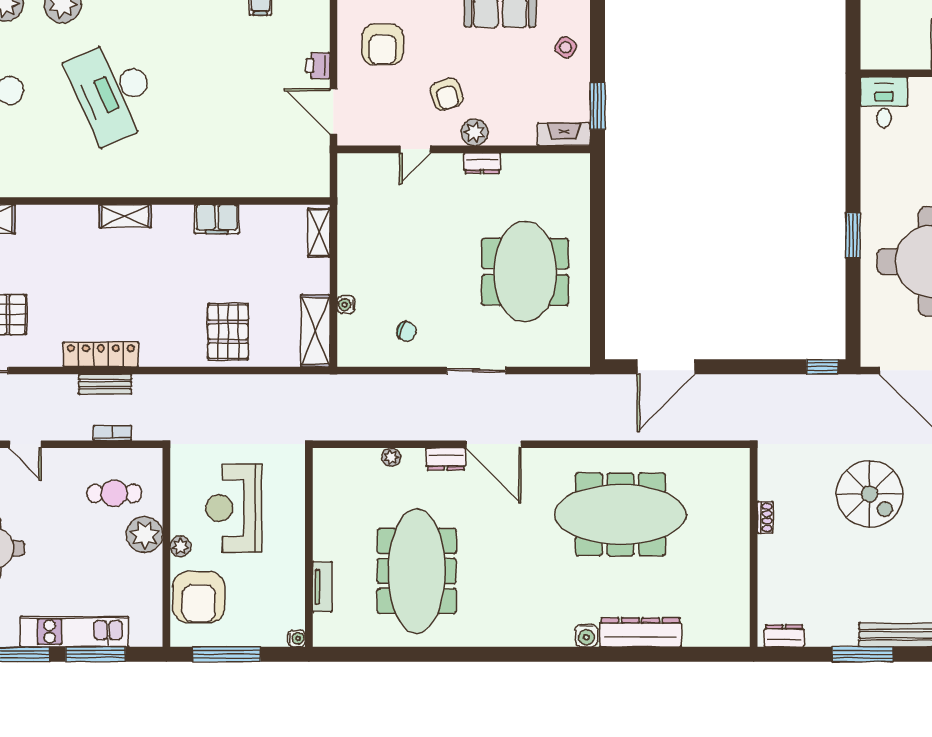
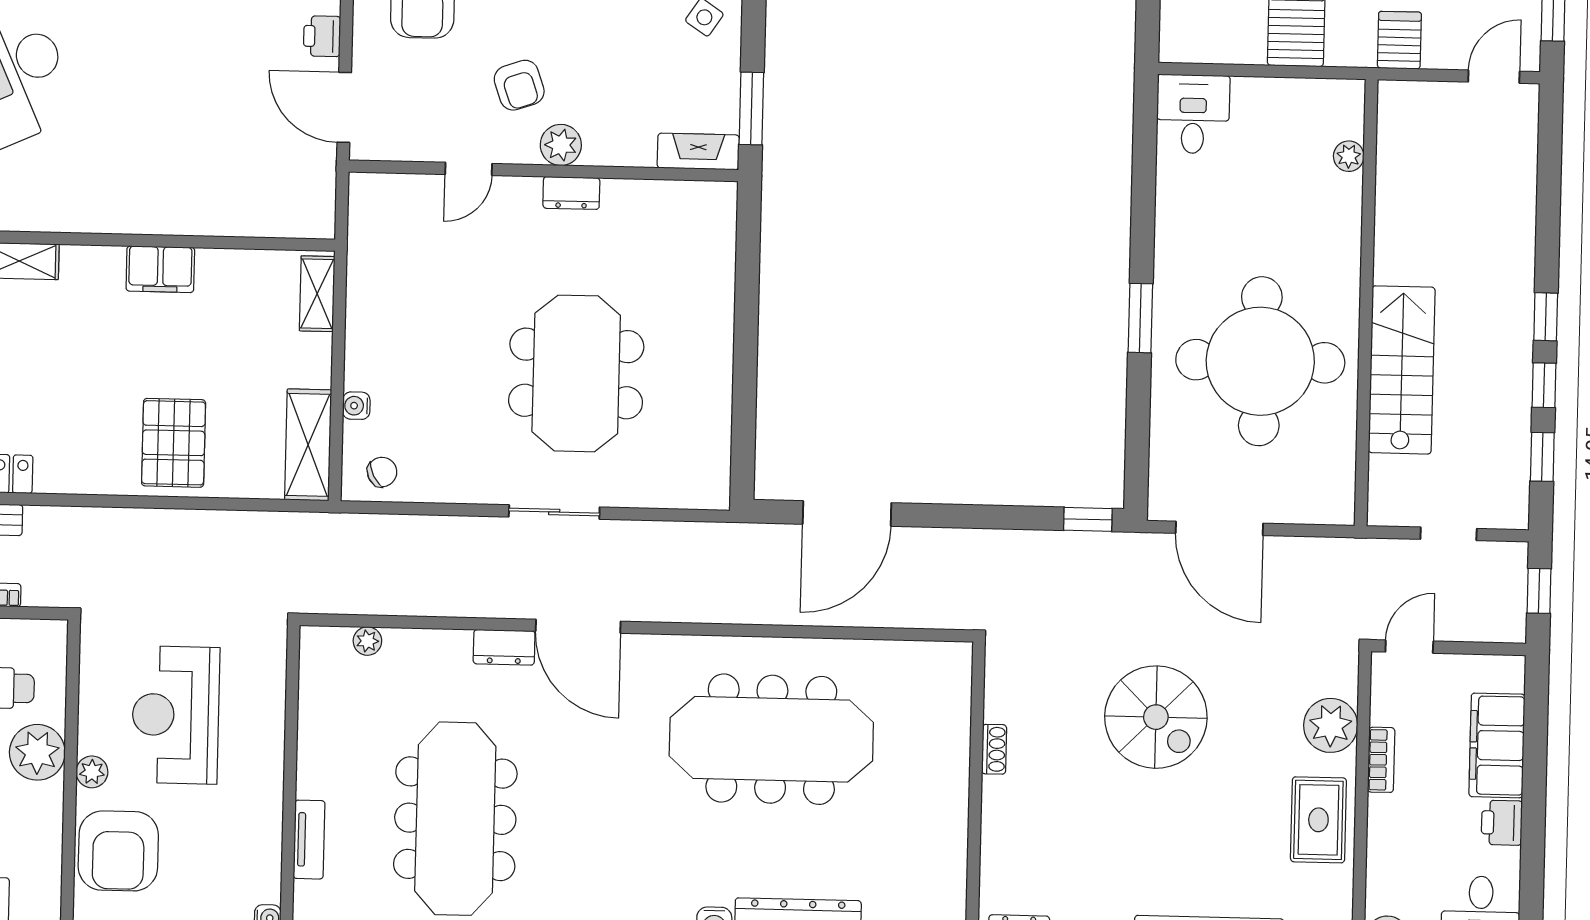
meeting table: (525, 272) -> (576, 373), moved
chair: (406, 331) -> (382, 472), moved, turned -46
plant: (391, 457) -> (367, 641), moved

